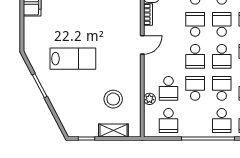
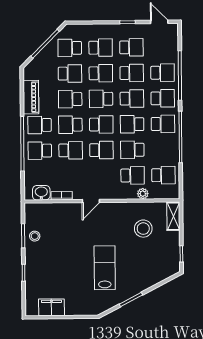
school desk: (195, 24) -> (71, 150), turned 180
door: (142, 45) -> (91, 201), swing flipped
shelving: (113, 130) -> (173, 216), moved

